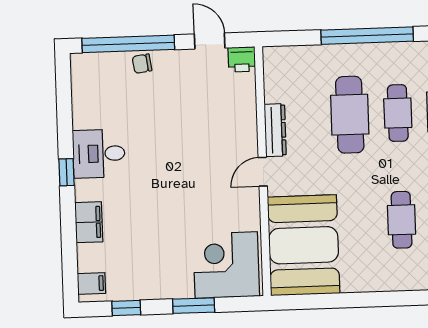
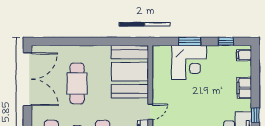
cafe table: (402, 220) -> (77, 83), width x1.37, depth x1.35
corner desk: (226, 265) -> (189, 63), moved

